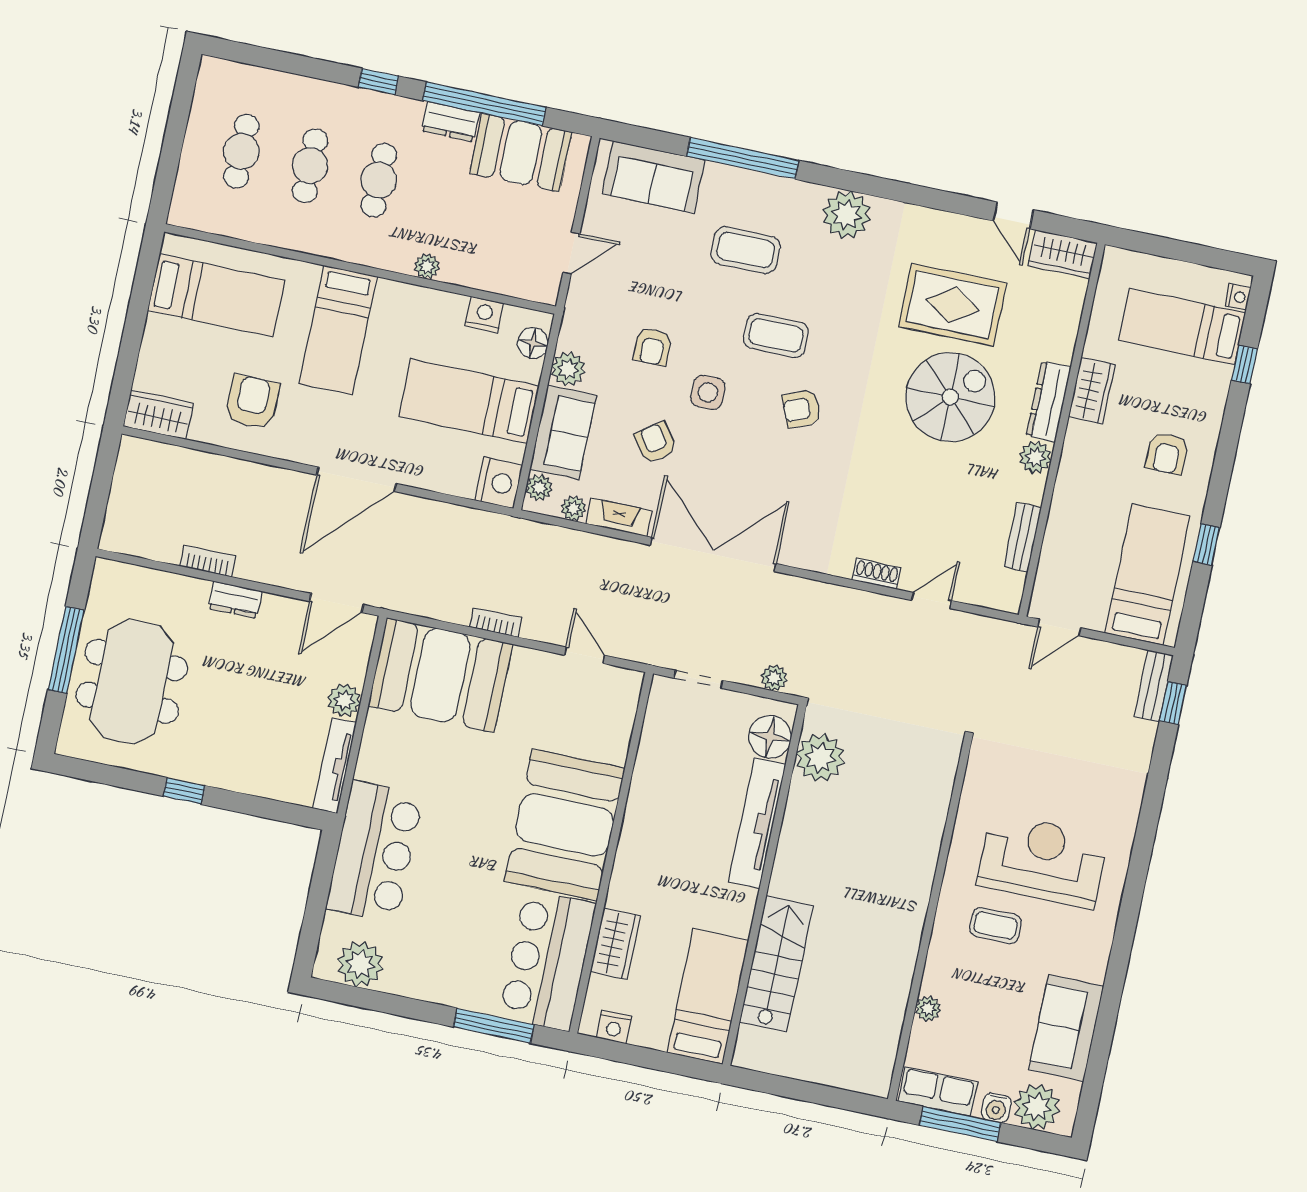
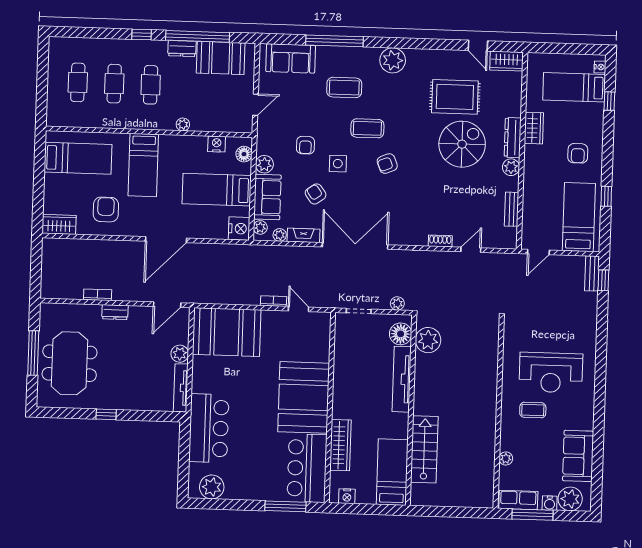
bookcase: (495, 623) -> (273, 301), moved
reception desk: (1042, 861) -> (551, 373), turned 180
wardrobe: (615, 944) -> (340, 445), width x1.50

